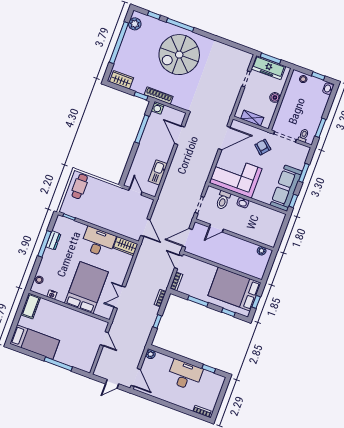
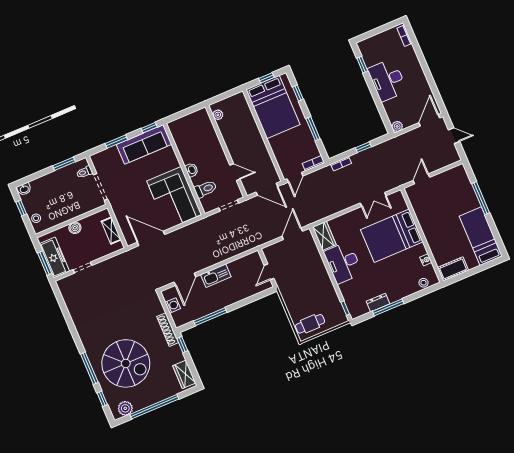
spiral stairs: (179, 55) -> (126, 363), moved
washing machine: (158, 108) -> (173, 305), moved
armchair: (263, 147) -> (127, 198), removed
kitchen sink: (158, 172) -> (216, 276), moved

